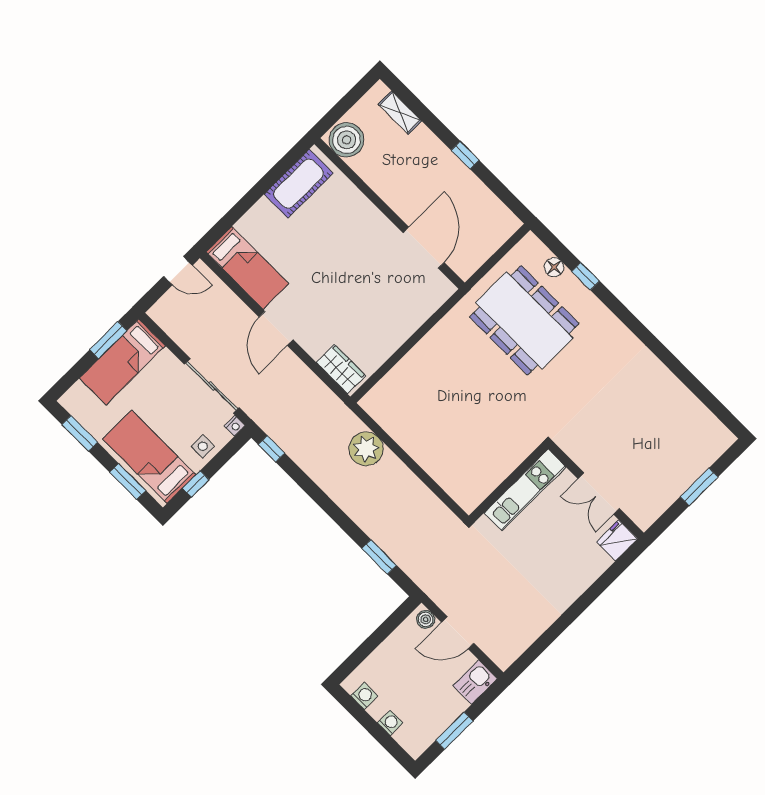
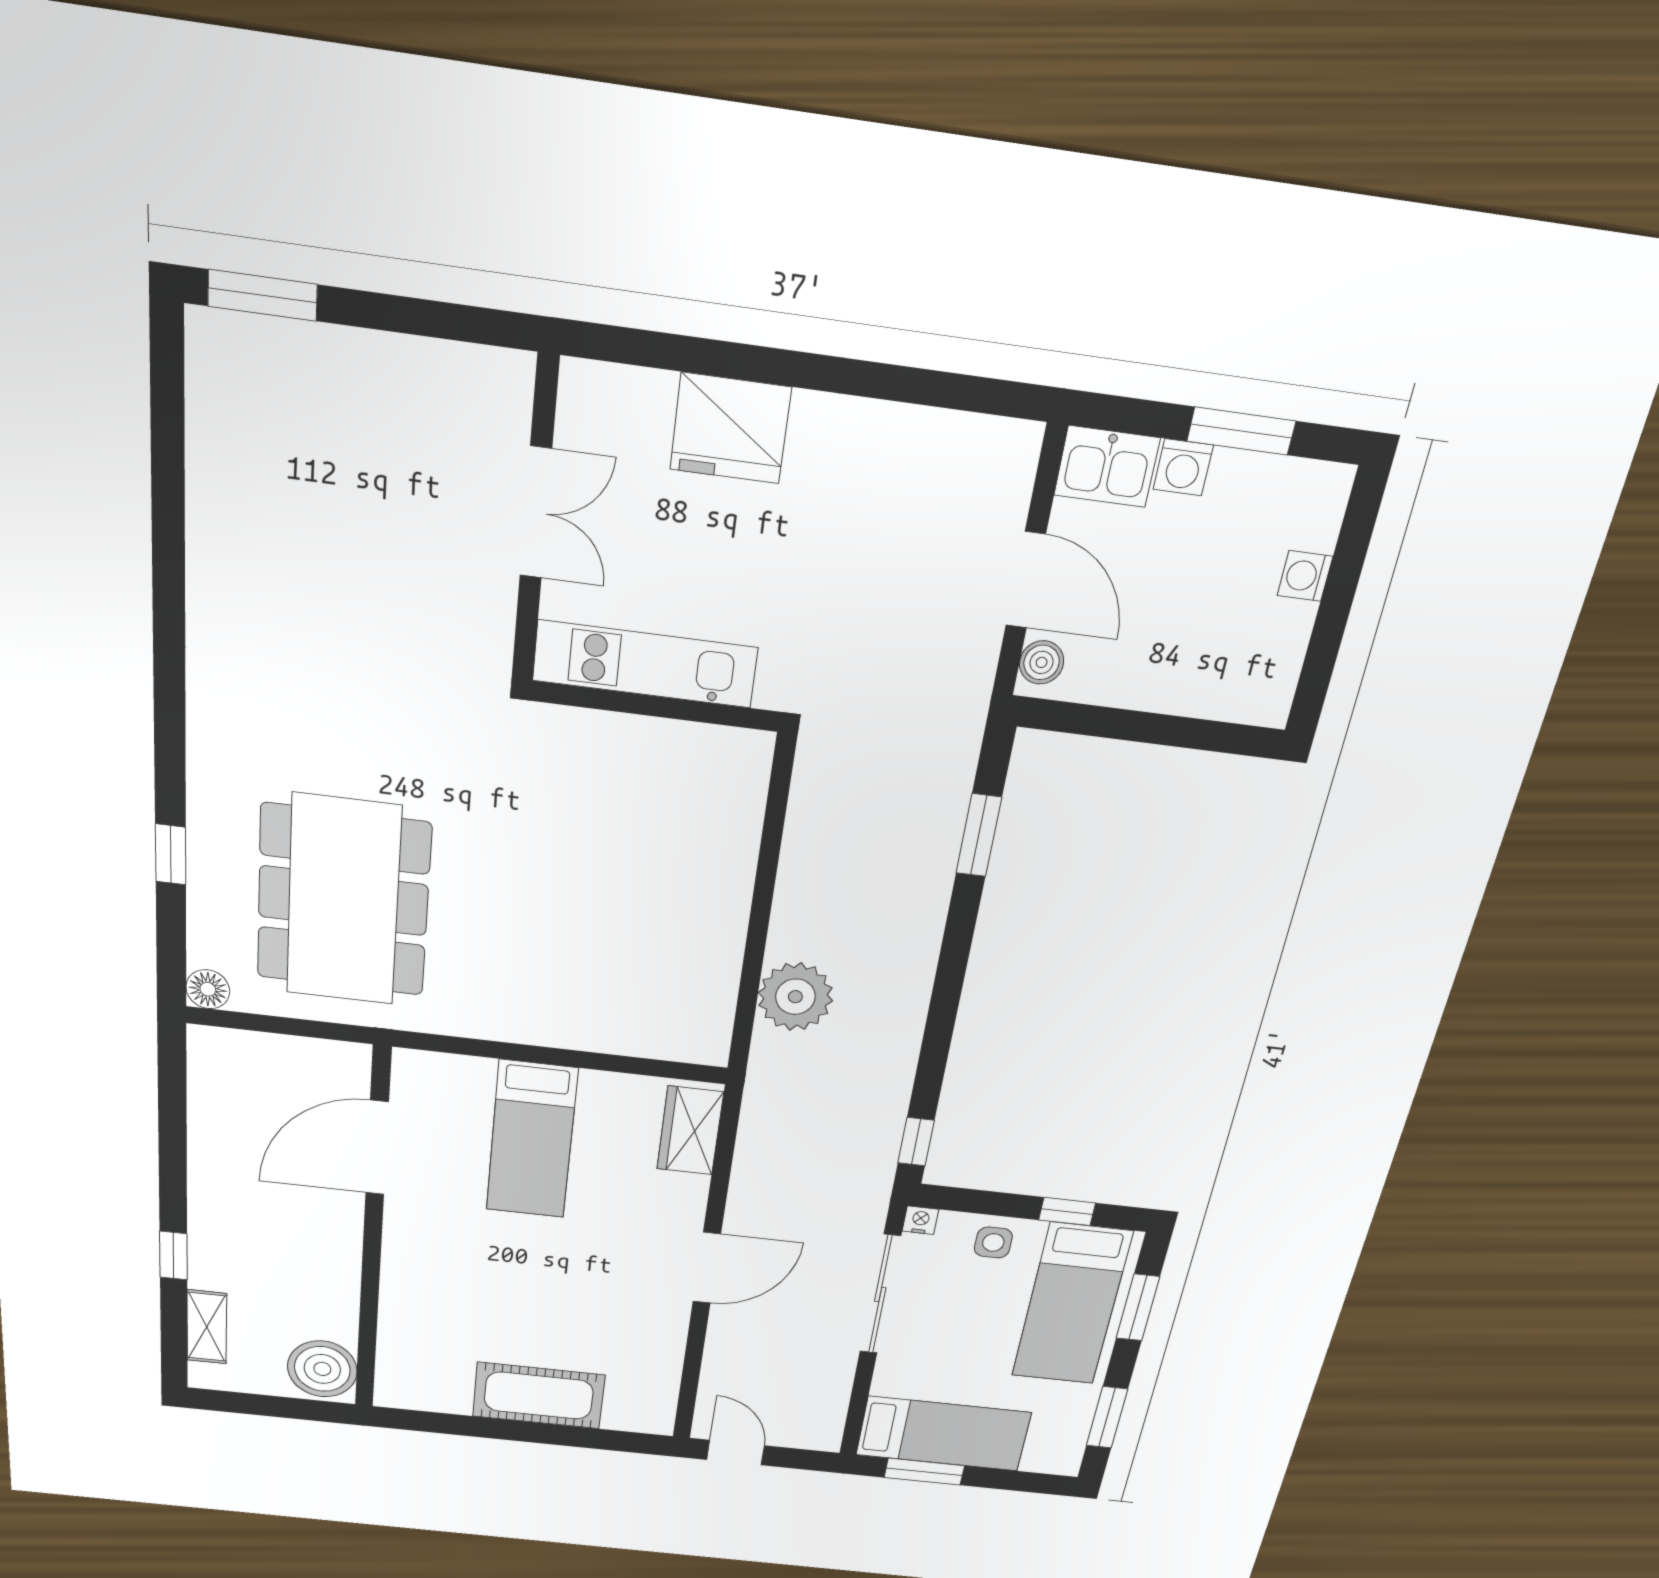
window: (465, 155) -> (173, 1255), moved
cot: (299, 184) -> (539, 1396), moved
floor lamp: (554, 267) -> (208, 989), moved
bed: (247, 268) -> (532, 1140), moved, turned 180
window: (699, 487) -> (263, 295), moved
fridge: (617, 540) -> (730, 428), moved, width x1.36, depth x1.34
washing machine: (364, 696) -> (1183, 467), moved, turned -90

